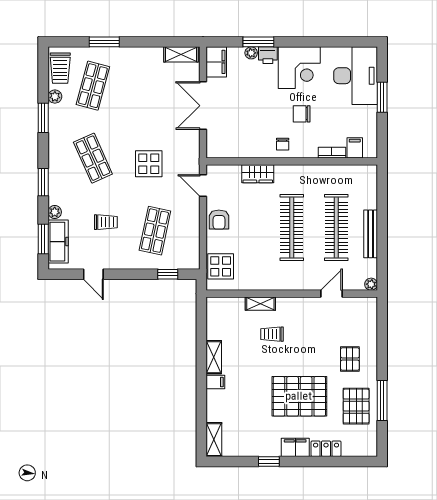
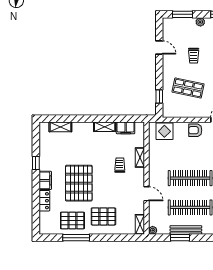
freezer: (58, 242) -> (181, 24), removed
window: (382, 243) -> (180, 238), added
door: (93, 274) -> (159, 47), swing flipped
door: (332, 294) -> (146, 194), moved
shelving: (362, 304) -> (140, 224), added
pallet: (350, 359) -> (103, 216), width x1.50, depth x1.42
filing cabinet: (215, 382) -> (126, 128), moved, width x2.00
shelving: (214, 440) -> (60, 127), moved

